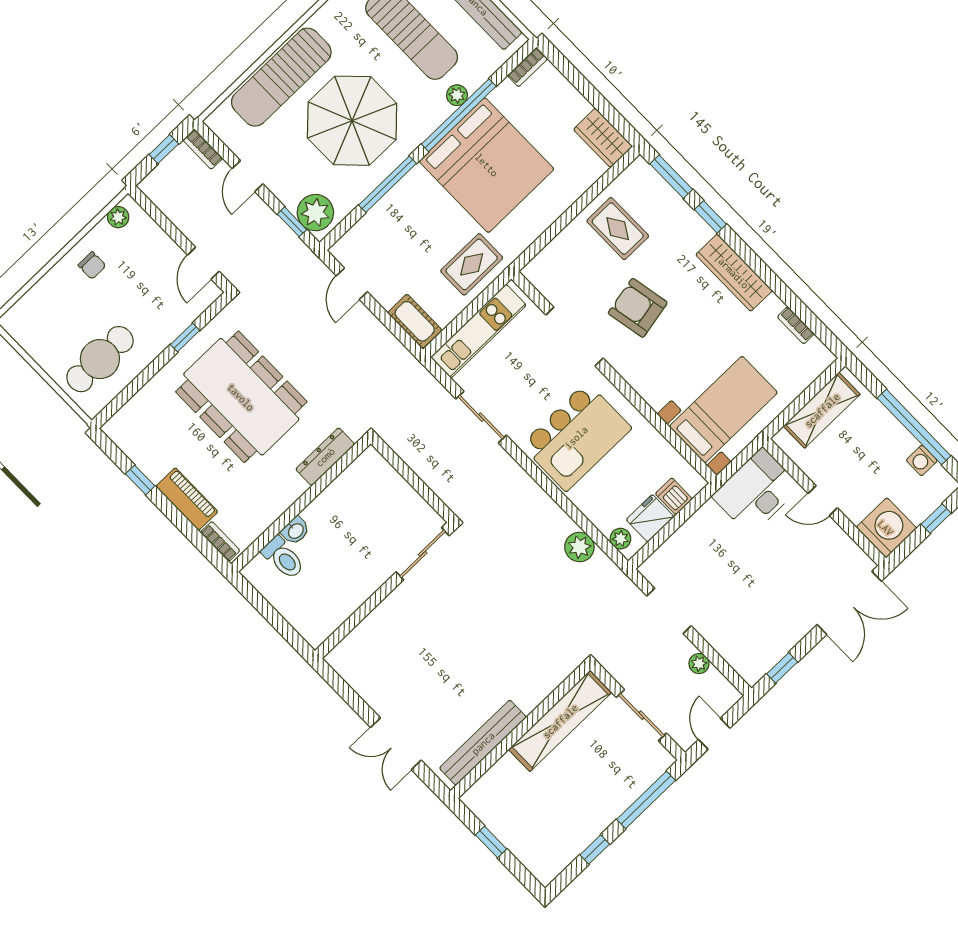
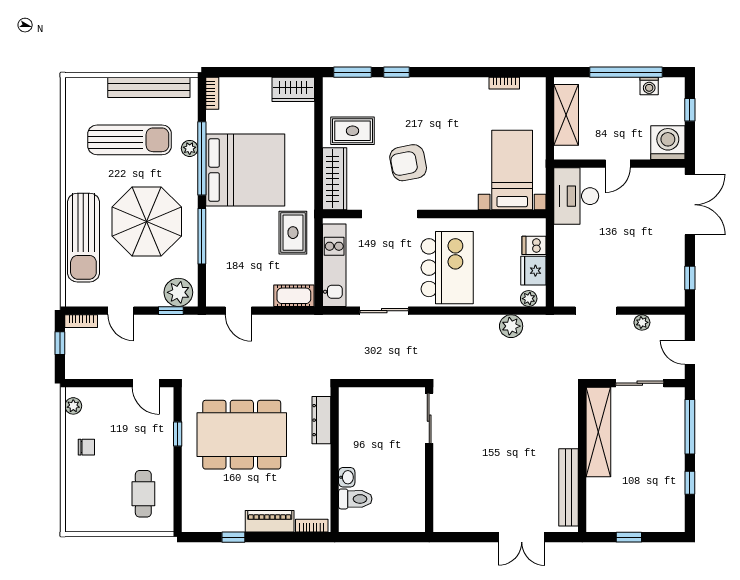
wardrobe: (734, 273) -> (335, 179), moved, turned -90
cafe table: (100, 359) -> (143, 494), width x0.73, depth x0.74

